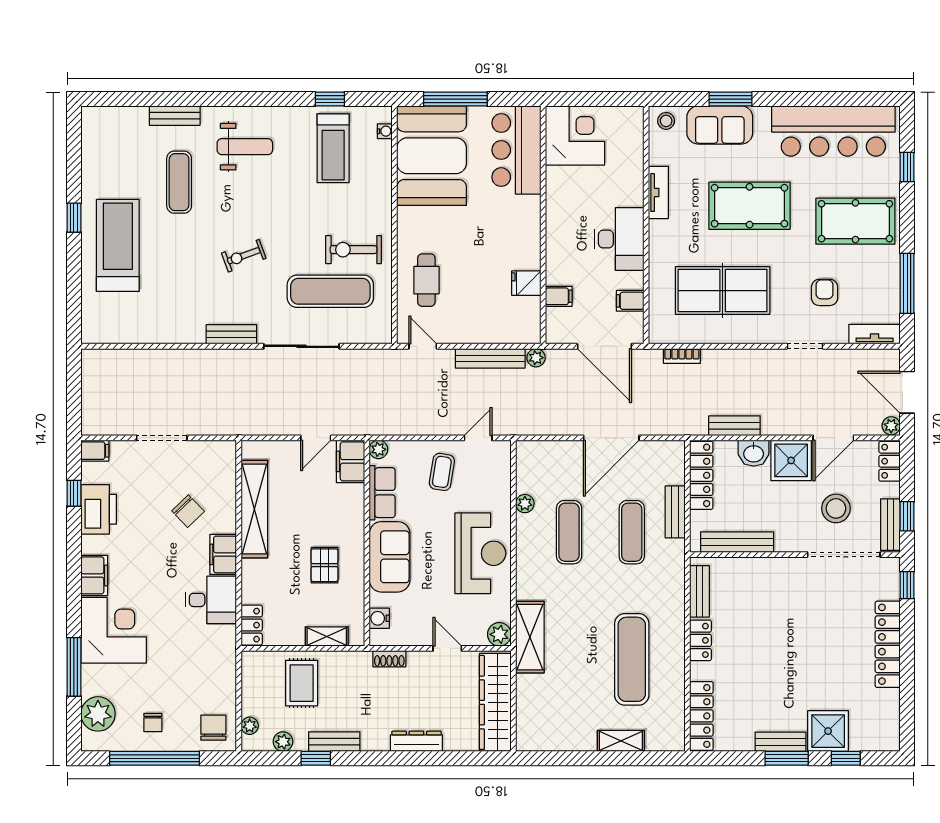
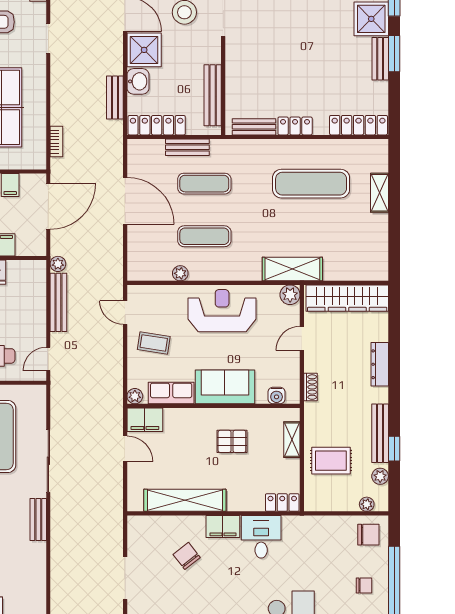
chair: (188, 511) -> (187, 556), turned -84
chair: (213, 728) -> (368, 535), turned 180
bench: (334, 742) -> (380, 433), width x1.36

